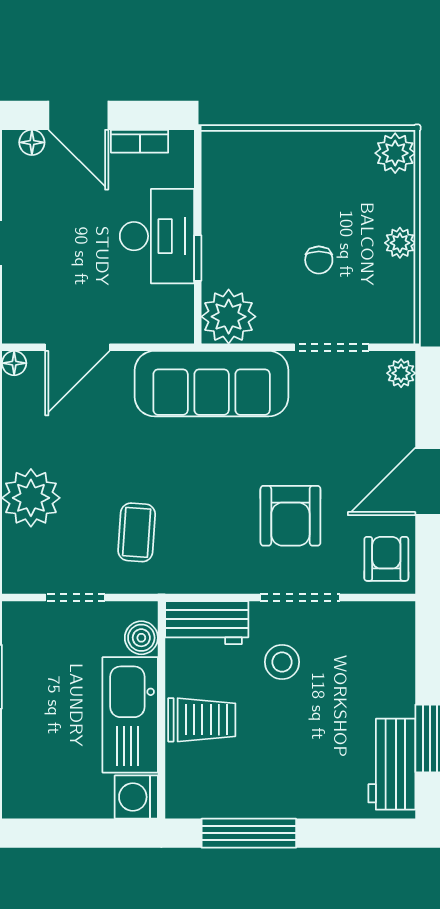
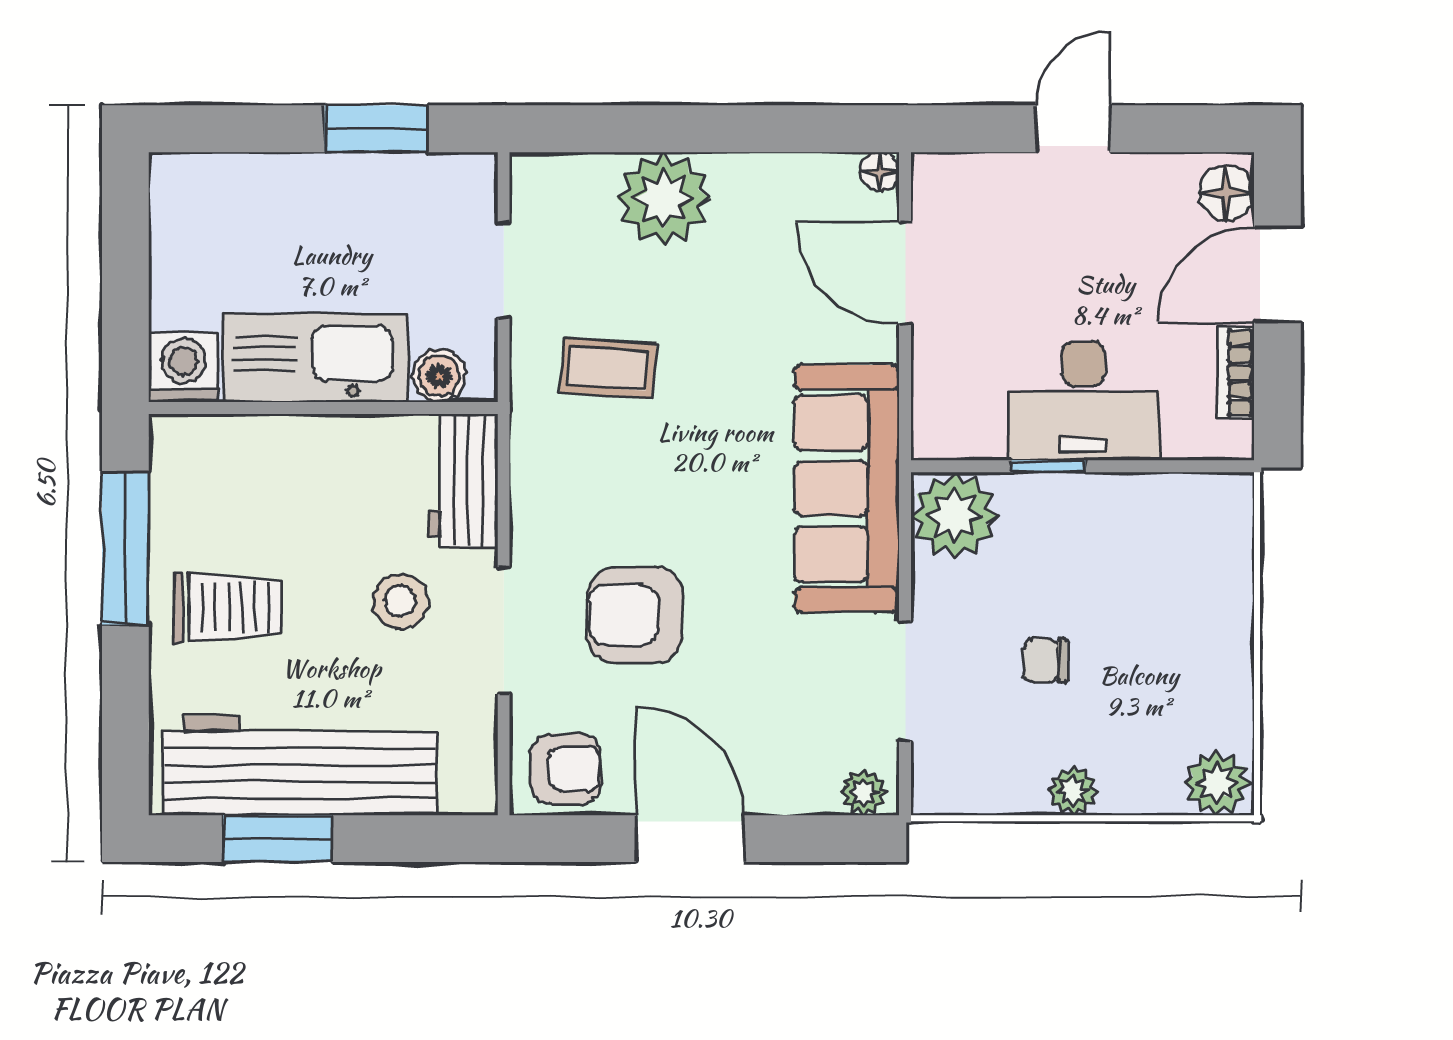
floor lamp: (32, 142) -> (1226, 193), width x1.37, depth x1.37
trolley: (202, 720) -> (227, 608), moved, turned -90
workbench: (392, 764) -> (300, 765), width x1.88, depth x1.32

